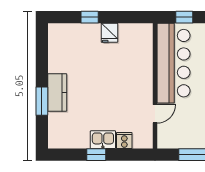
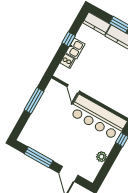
kitchen counter: (57, 131) -> (97, 24), added

